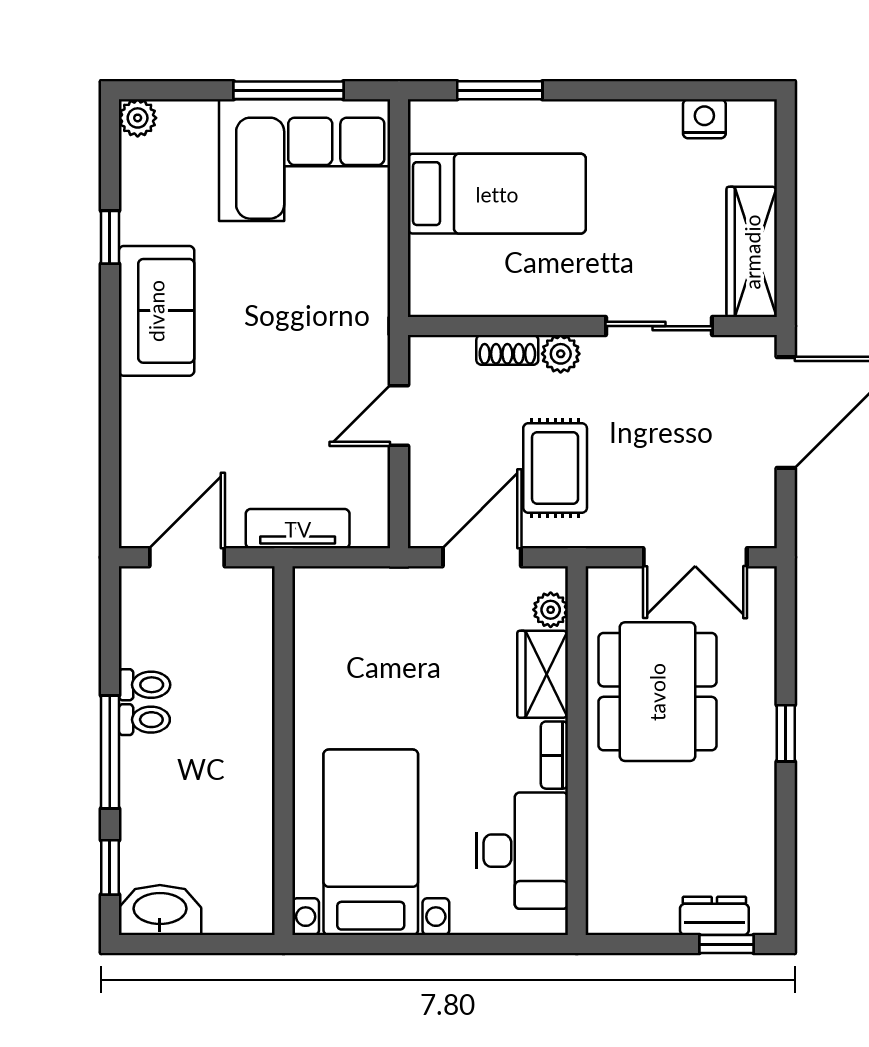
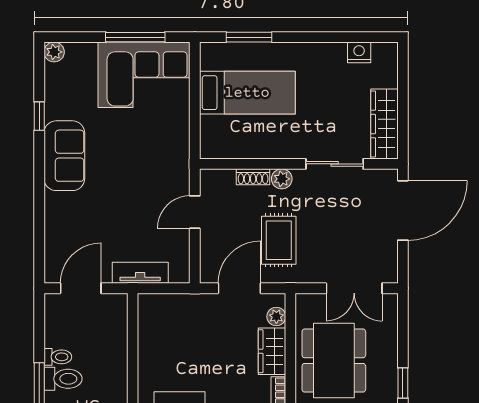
toilet: (144, 720) -> (63, 379), width x1.37, depth x1.39

